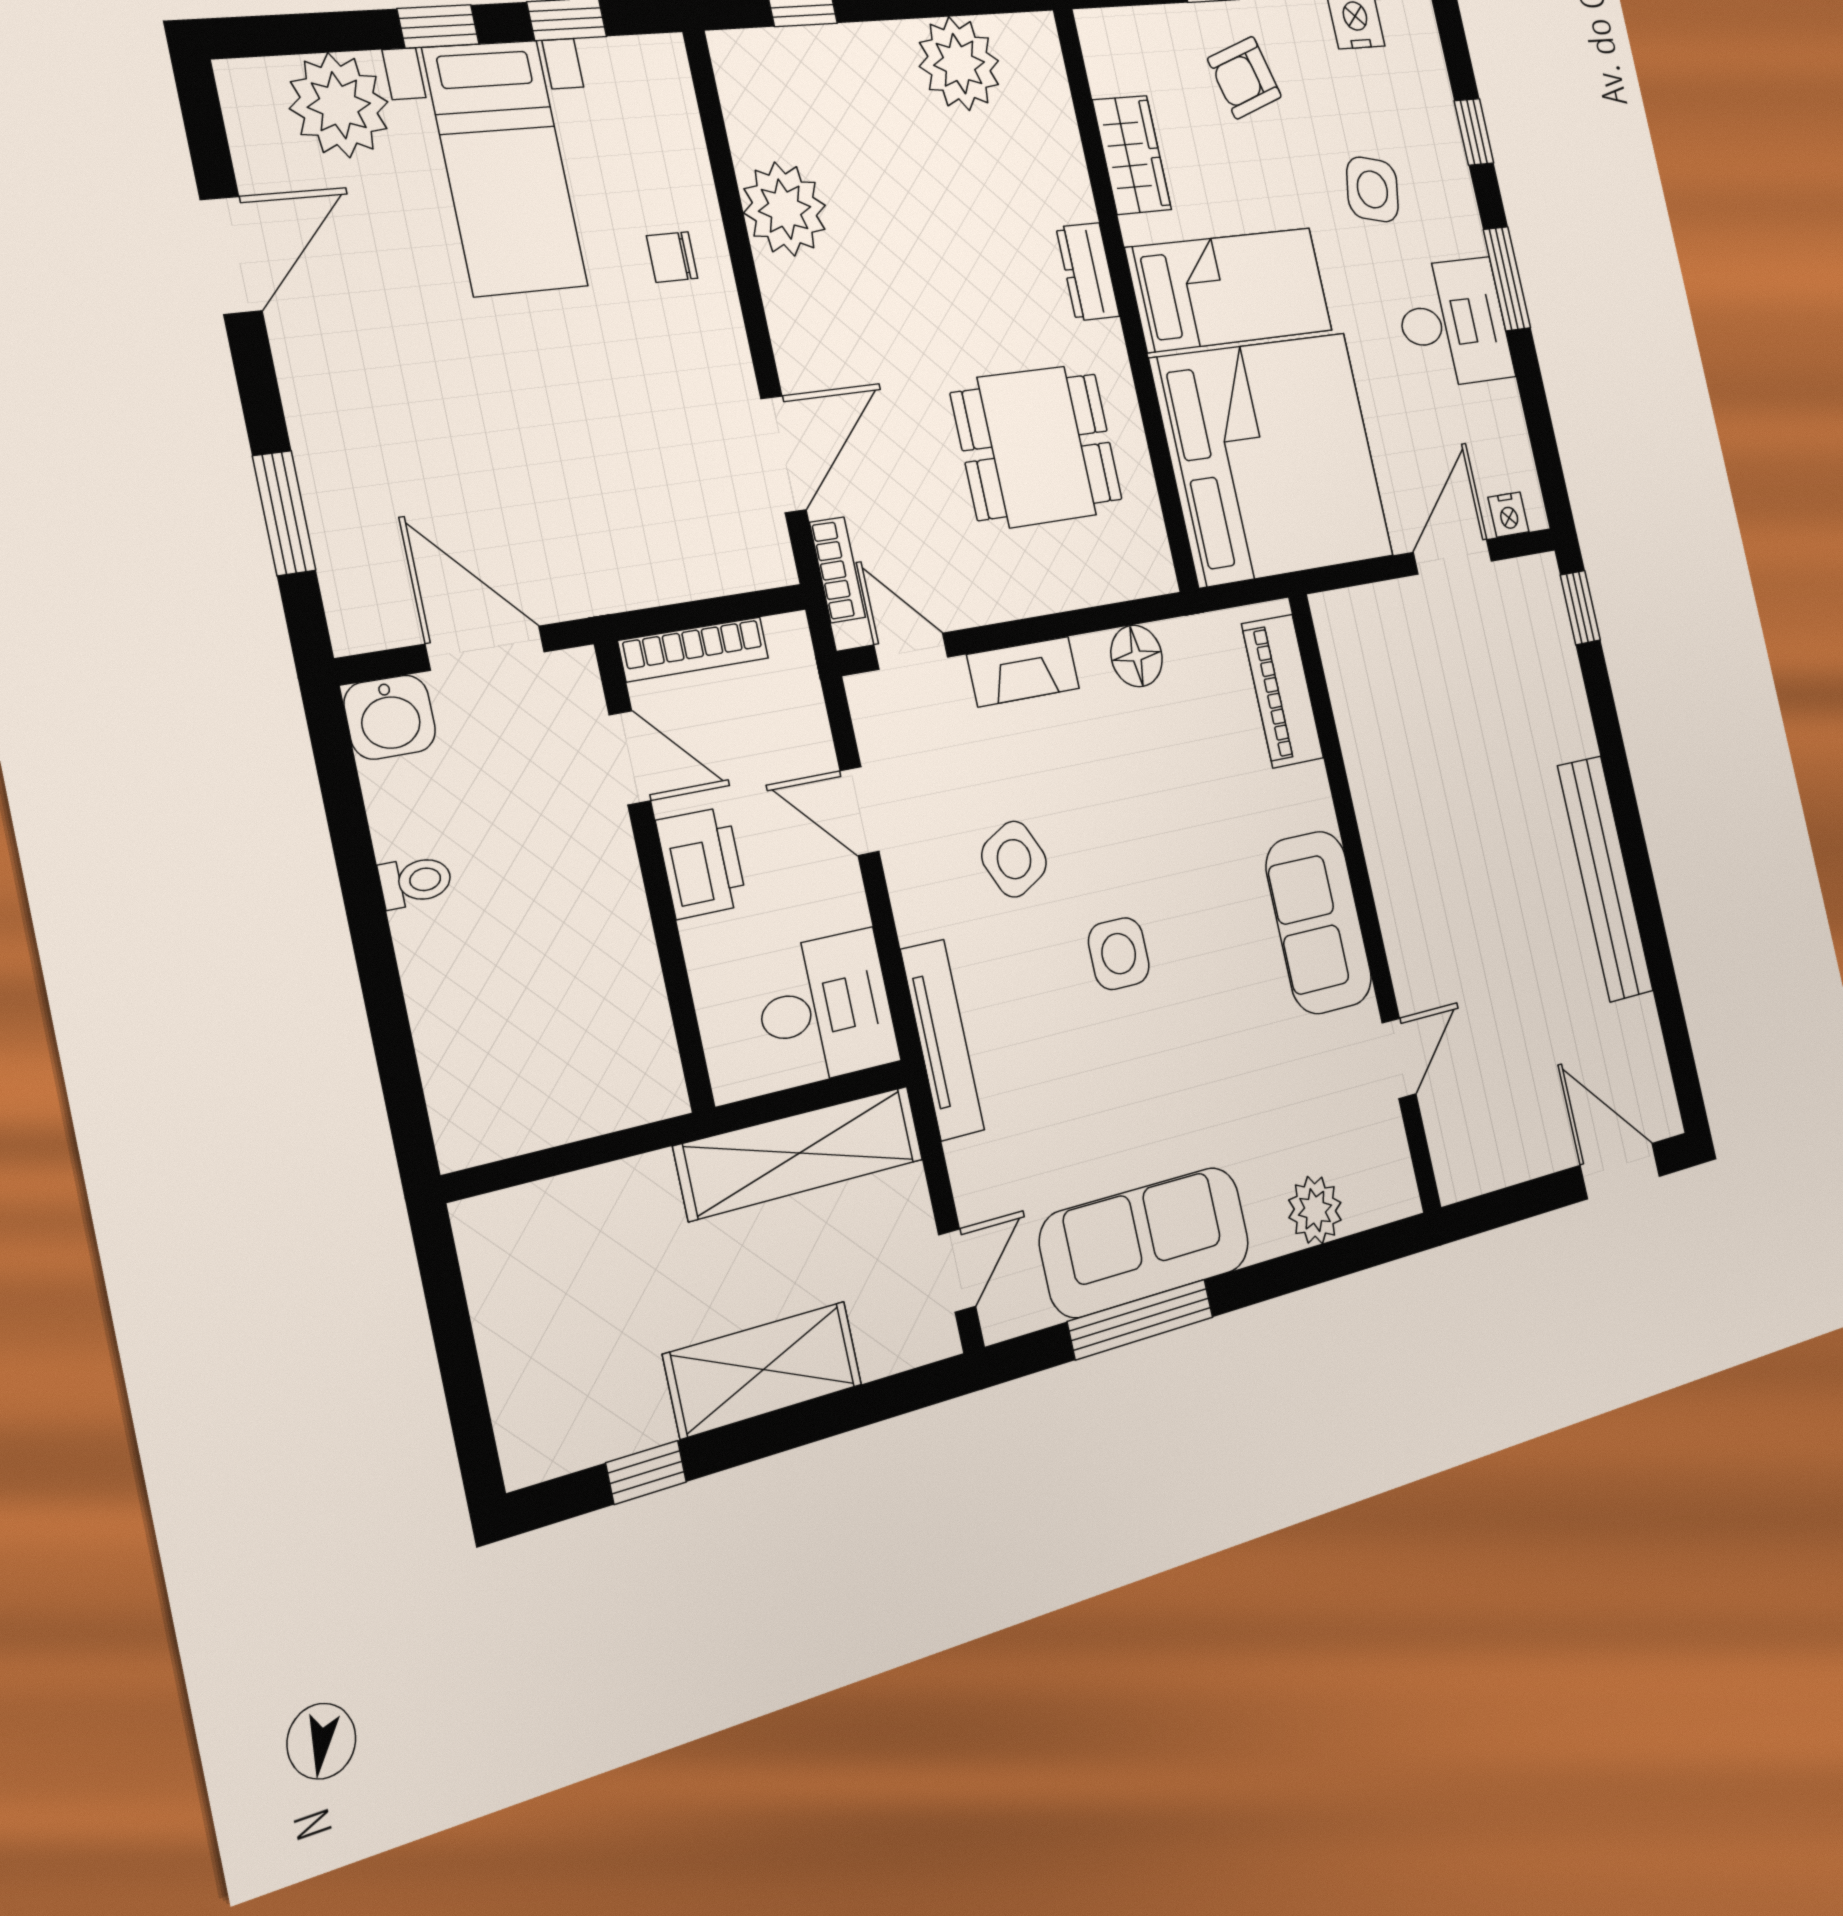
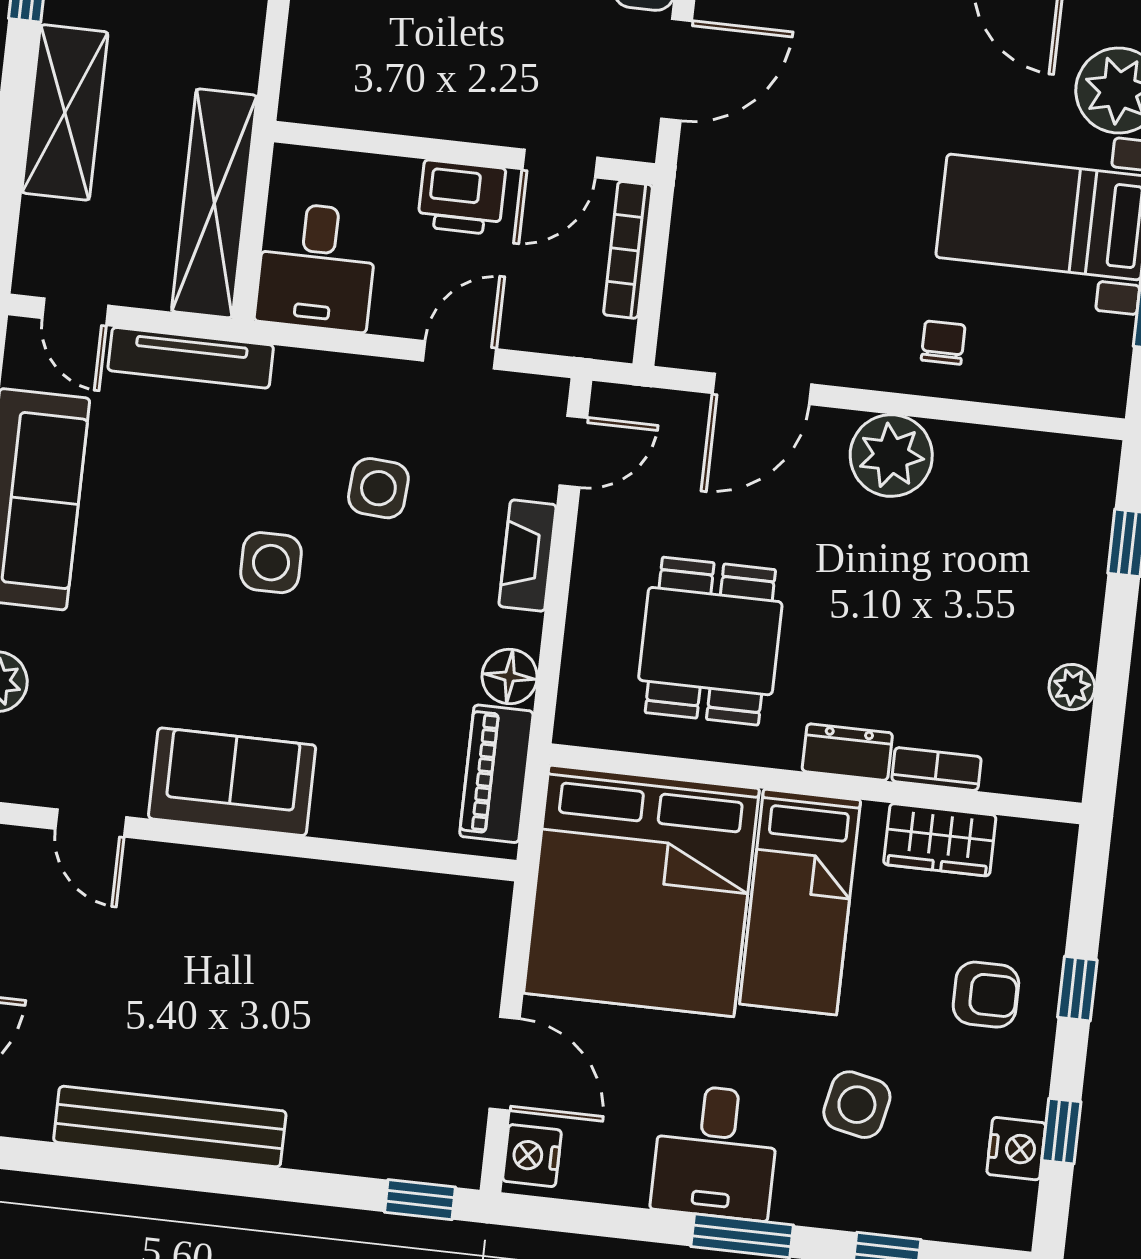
plant: (959, 64) -> (1072, 687), width x0.53, depth x0.53
armchair: (1245, 78) -> (986, 995), turned 107
plant: (785, 209) -> (891, 456), moved
door: (784, 454) -> (762, 389), hinge flipped
nightstand: (1508, 515) -> (532, 1156), width x1.39, depth x1.35
bookcase: (837, 570) -> (937, 769), moved, turned 180
piano: (1283, 691) -> (496, 774), moved, turned -90
side table: (1014, 859) -> (378, 488), turned 31
tv unit: (942, 1040) -> (191, 358), moved

